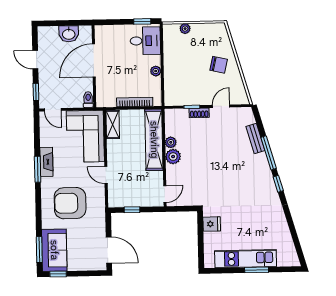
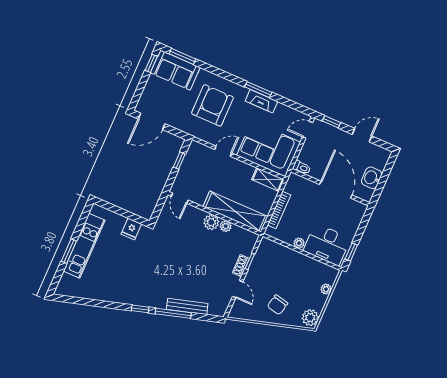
plant: (217, 31) -> (310, 318), added
desk: (145, 41) -> (327, 244), width x1.37
bench: (255, 138) -> (187, 306), width x1.36

